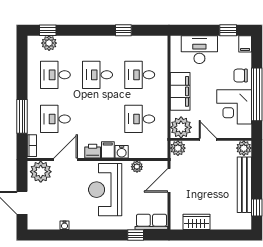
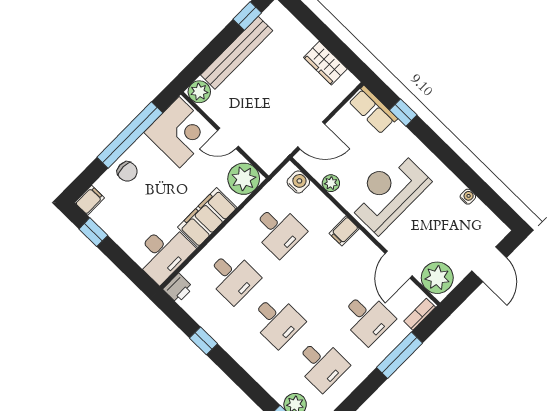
desk: (199, 50) -> (163, 253), moved, turned -90
corner desk: (234, 107) -> (179, 132), moved
door: (208, 139) -> (228, 138), hinge flipped
plant: (178, 148) -> (269, 160), removed
printer: (93, 151) -> (178, 288), moved, turned -90
water cooler: (122, 152) -> (298, 182), moved
door: (66, 160) -> (399, 265), hinge flipped
reception desk: (105, 190) -> (388, 192), turned 180

